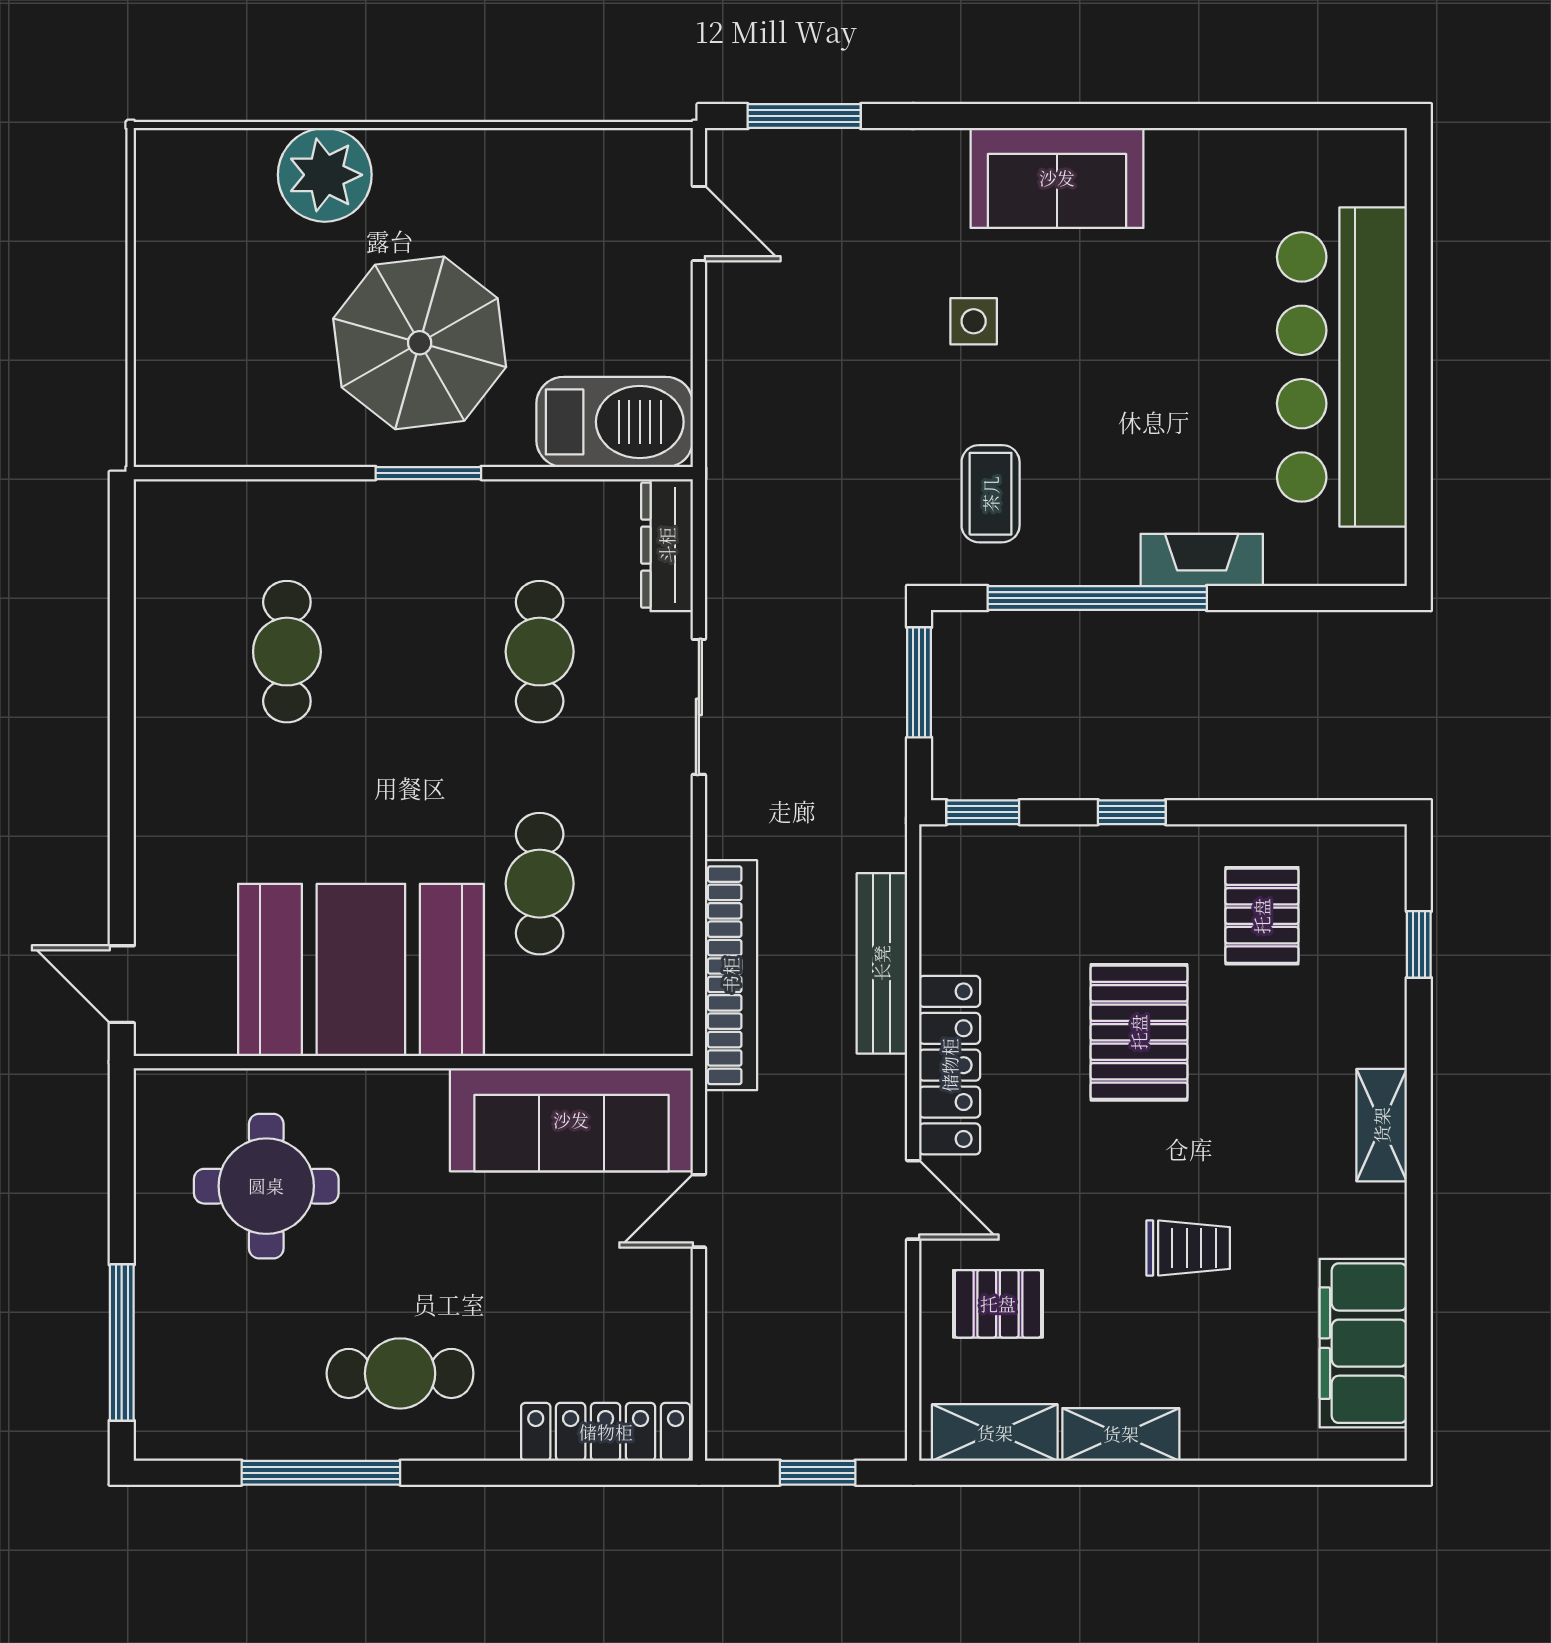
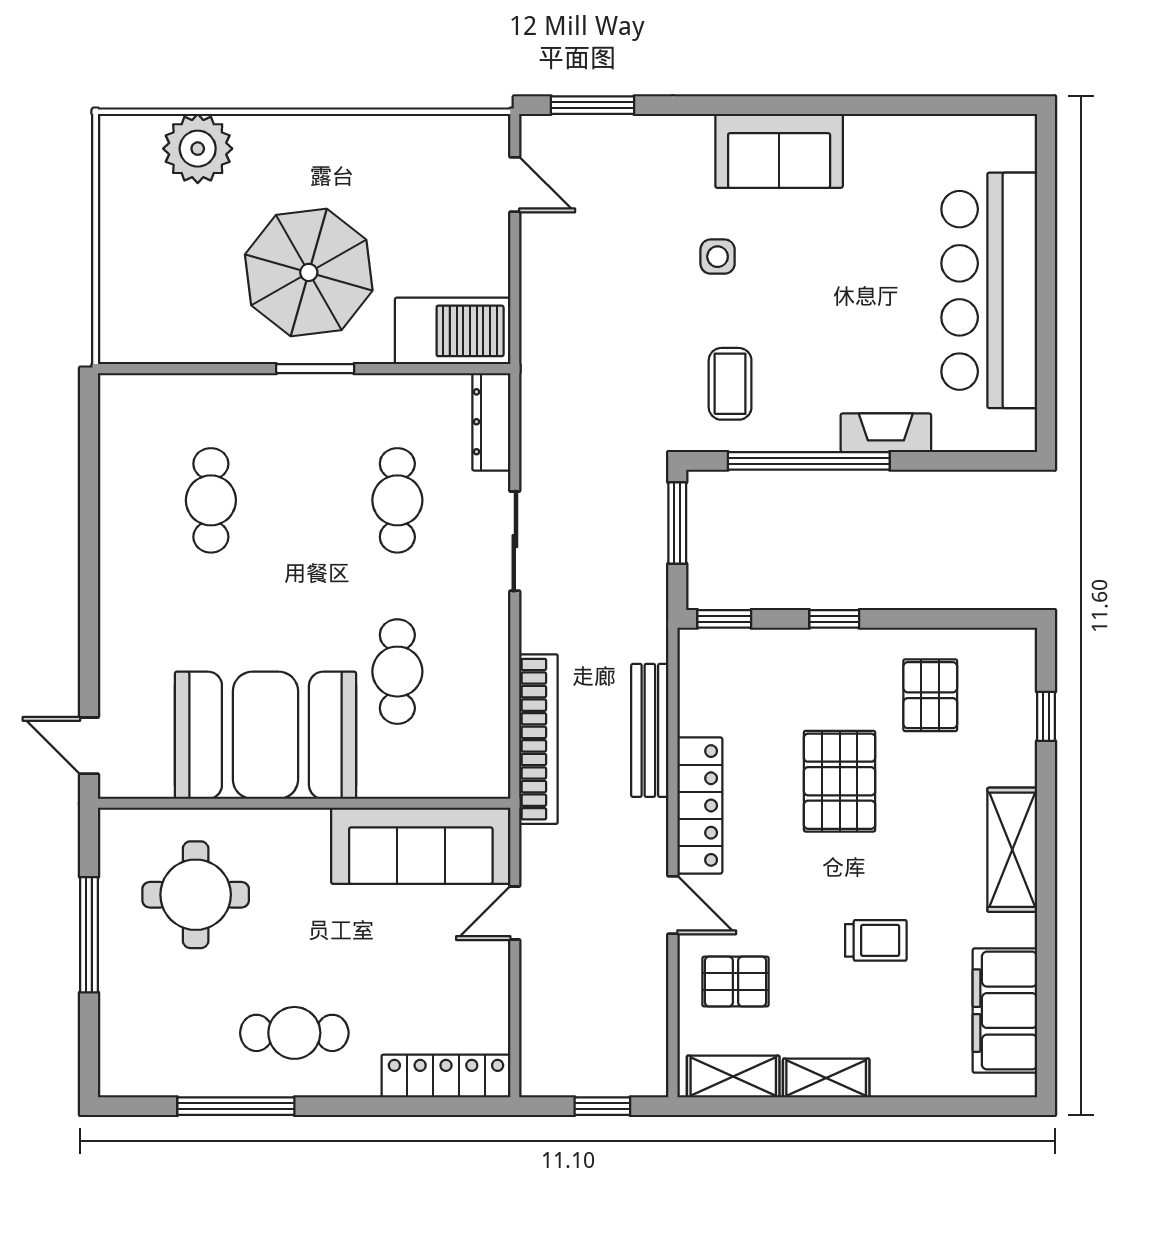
plant: (325, 175) -> (198, 149), moved
shelving: (1382, 1125) -> (1012, 850), width x1.50, depth x1.33
window: (122, 1343) -> (89, 935), moved

